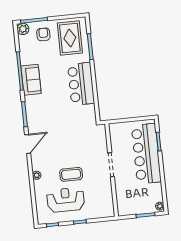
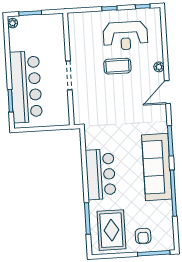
plant: (23, 29) -> (167, 244), removed
sofa: (31, 80) -> (157, 167), width x1.85, depth x1.27
door: (28, 144) -> (167, 92), moved

